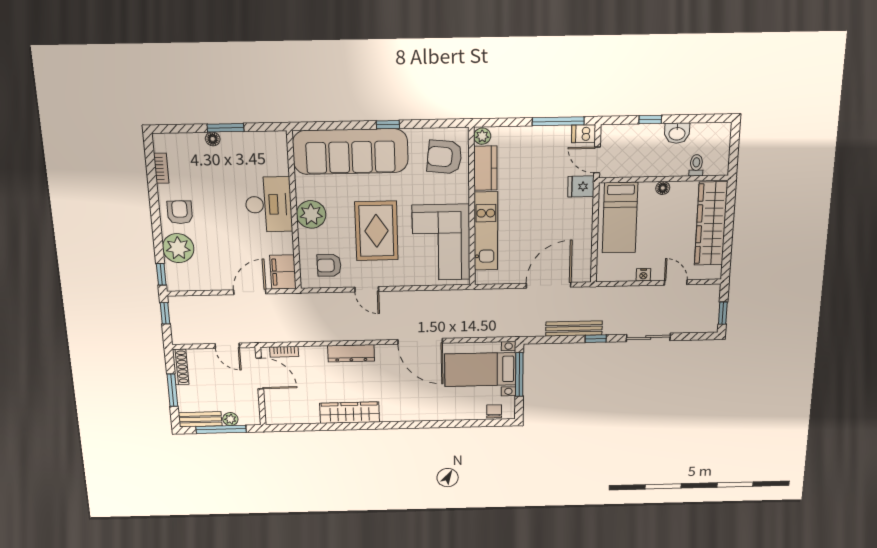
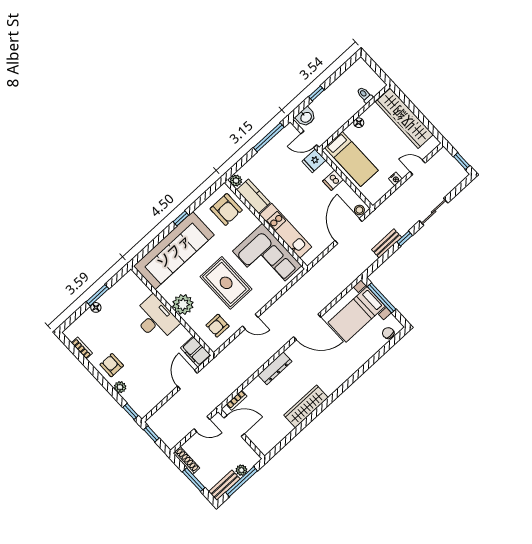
washbasin: (677, 133) -> (306, 117), moved
dishwasher: (584, 134) -> (333, 180), moved
armchair: (444, 157) -> (226, 209), turned -96
plant: (178, 248) -> (120, 387), width x0.53, depth x0.53
stool: (579, 274) -> (359, 210), added
bench: (574, 328) -> (387, 243), width x0.73

